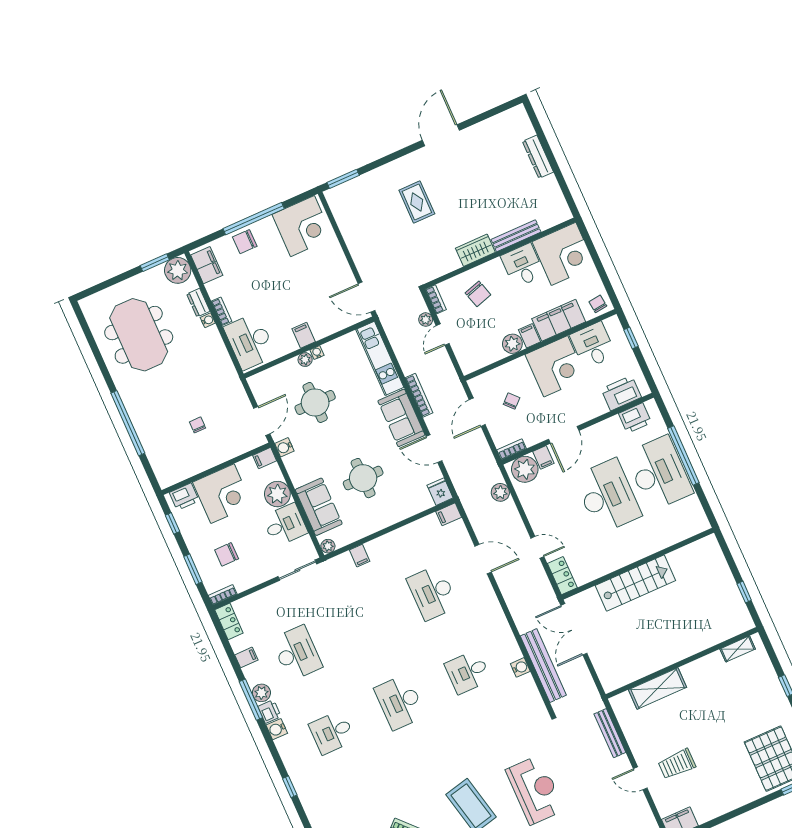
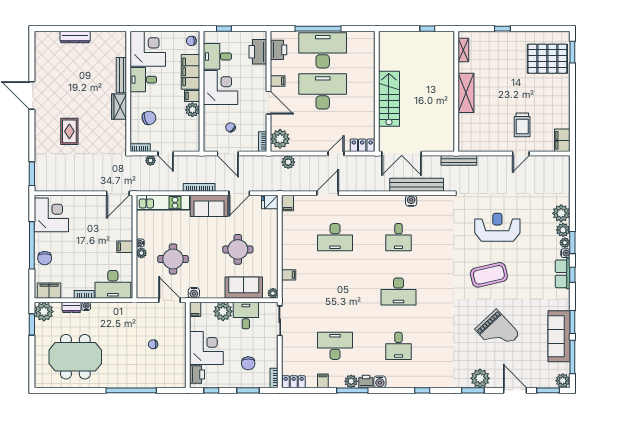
rug: (417, 202) -> (69, 131), turned 90
filing cabinet: (543, 457) -> (278, 81), moved
shelving: (658, 688) -> (466, 93), moved
bench: (610, 733) -> (459, 160), moved

